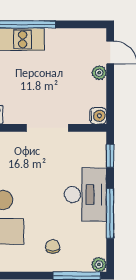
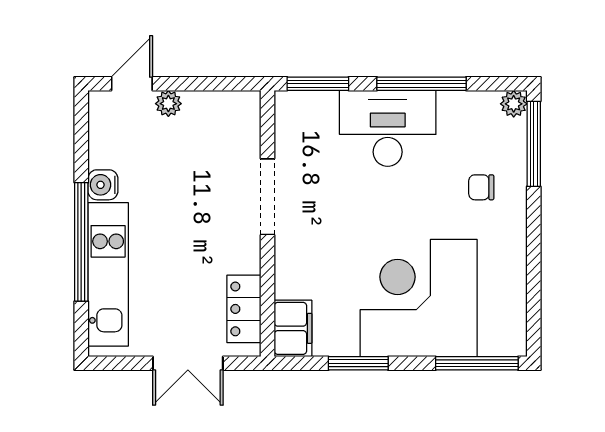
water cooler: (98, 116) -> (103, 185), moved, turned -90
window: (110, 156) -> (318, 84), width x1.50

